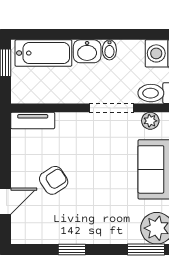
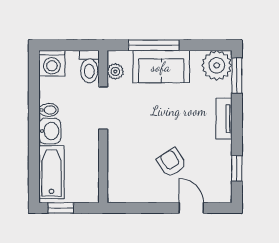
tv unit: (33, 120) -> (224, 119), moved, turned 180
window: (72, 250) -> (237, 168), moved

